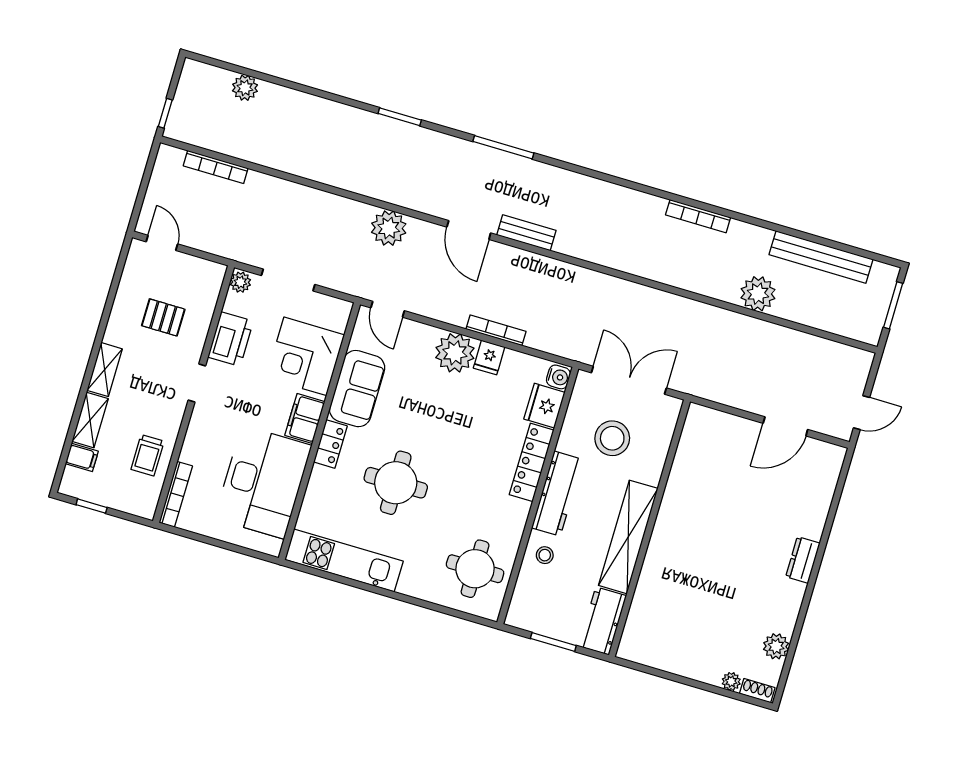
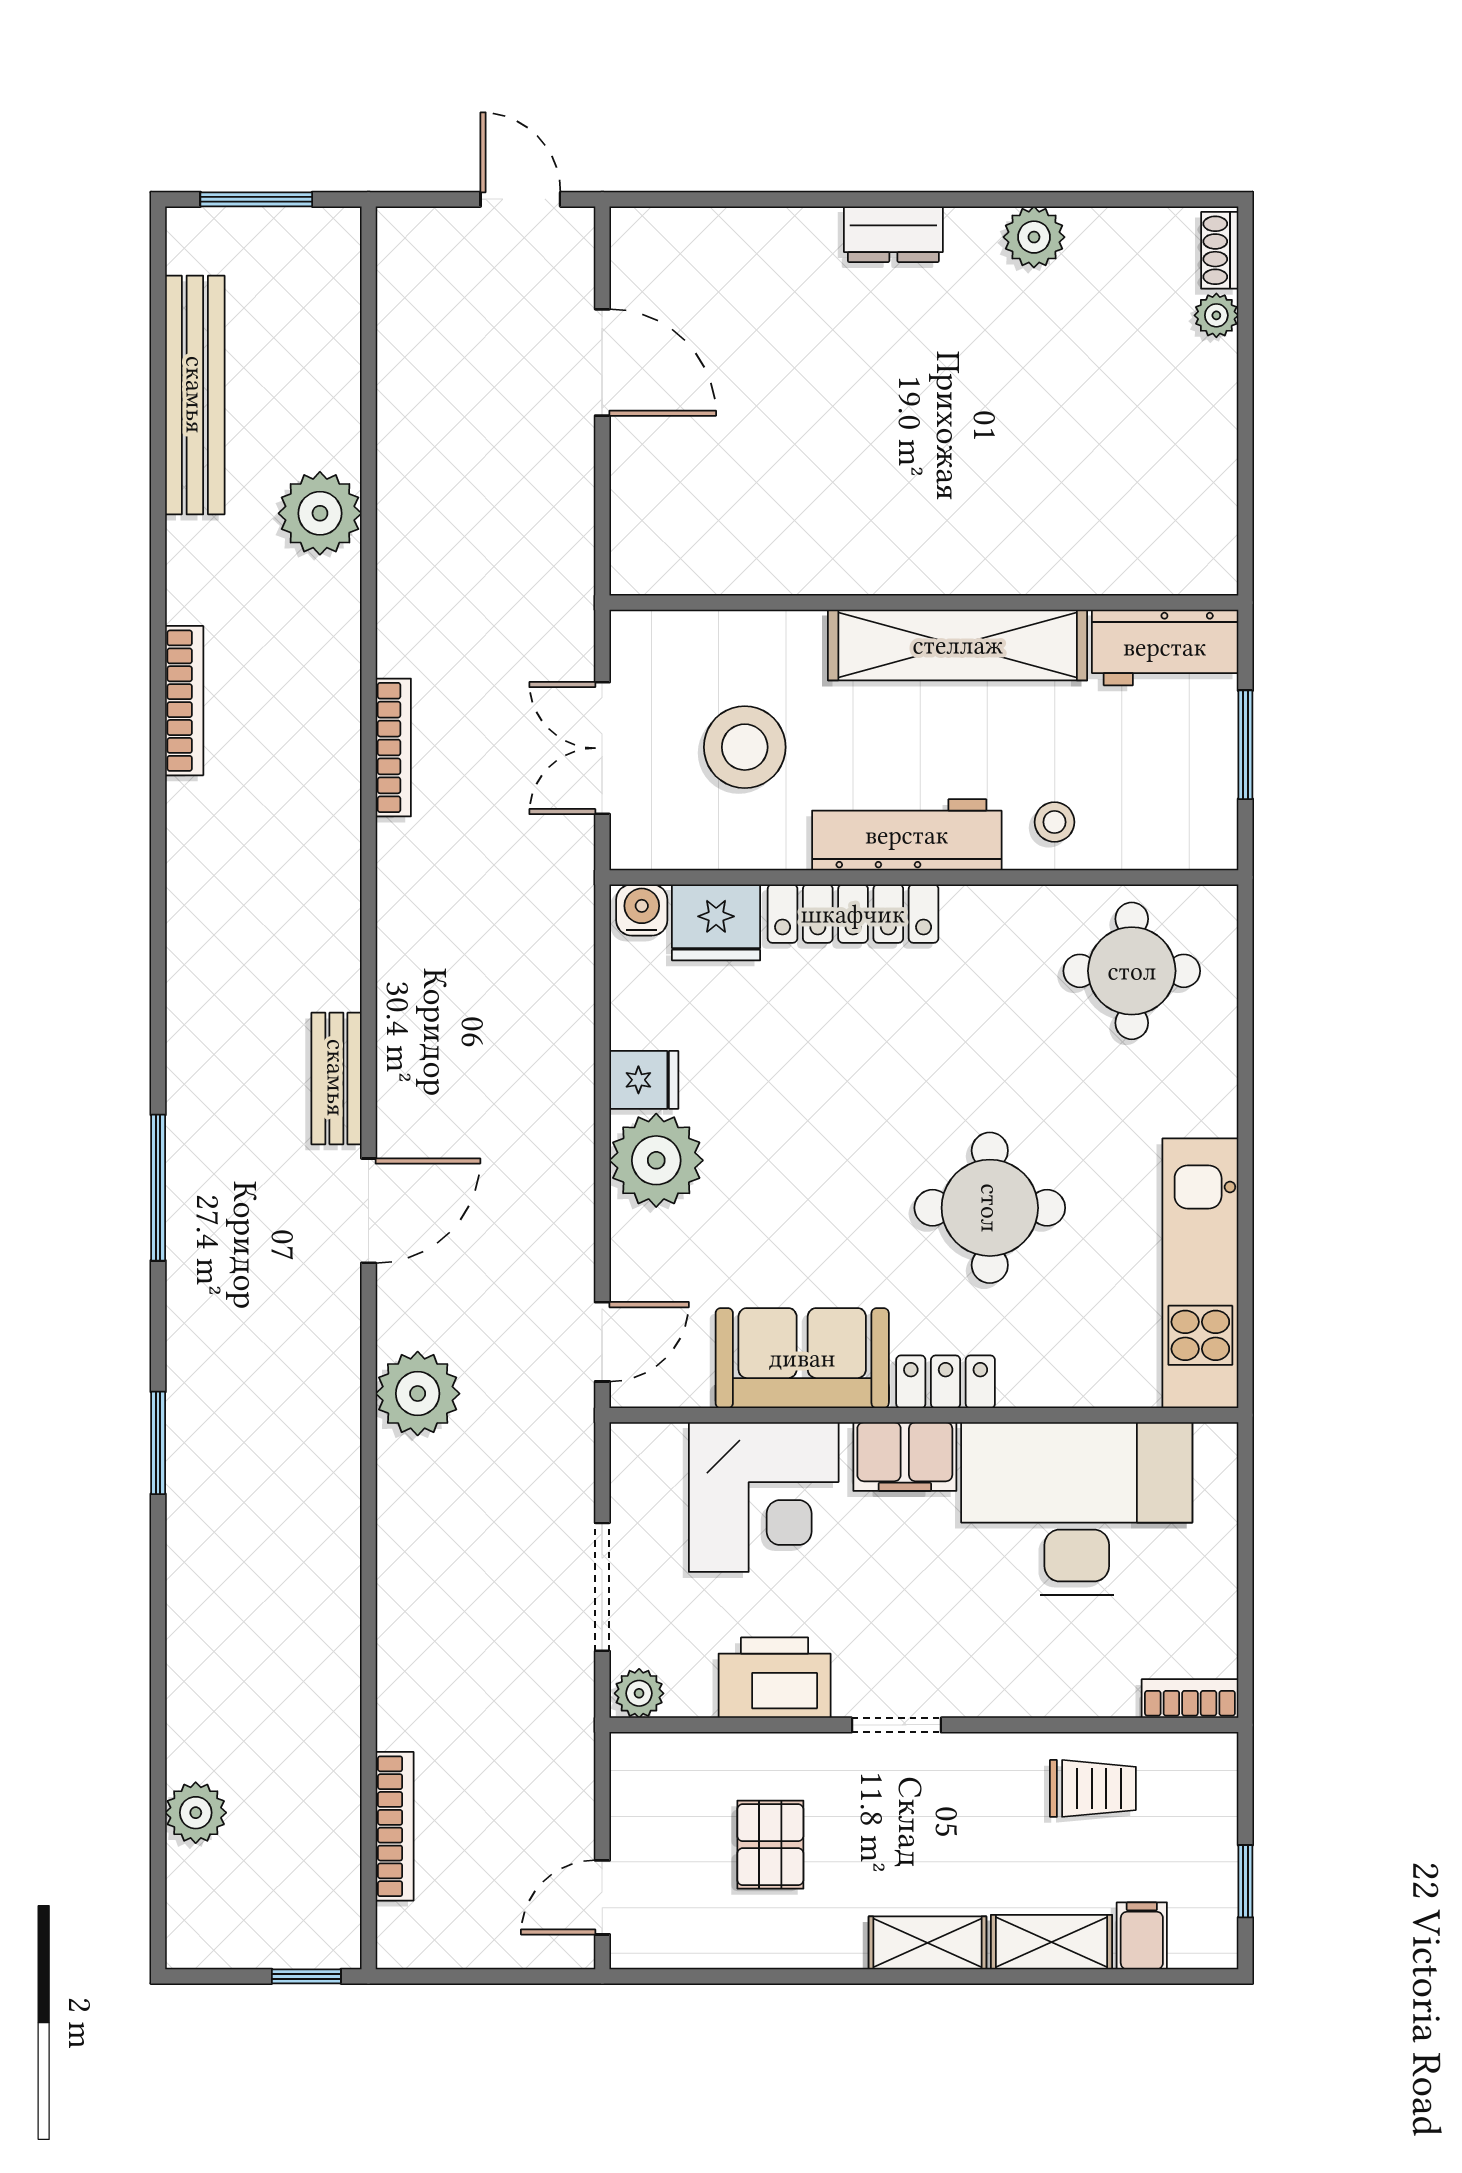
bookcase: (496, 330) -> (393, 747), moved, turned 180
double door: (629, 380) -> (602, 748), width x0.73
bookcase: (176, 494) -> (1190, 1699), width x0.64
plant: (776, 646) -> (1034, 237), moved

